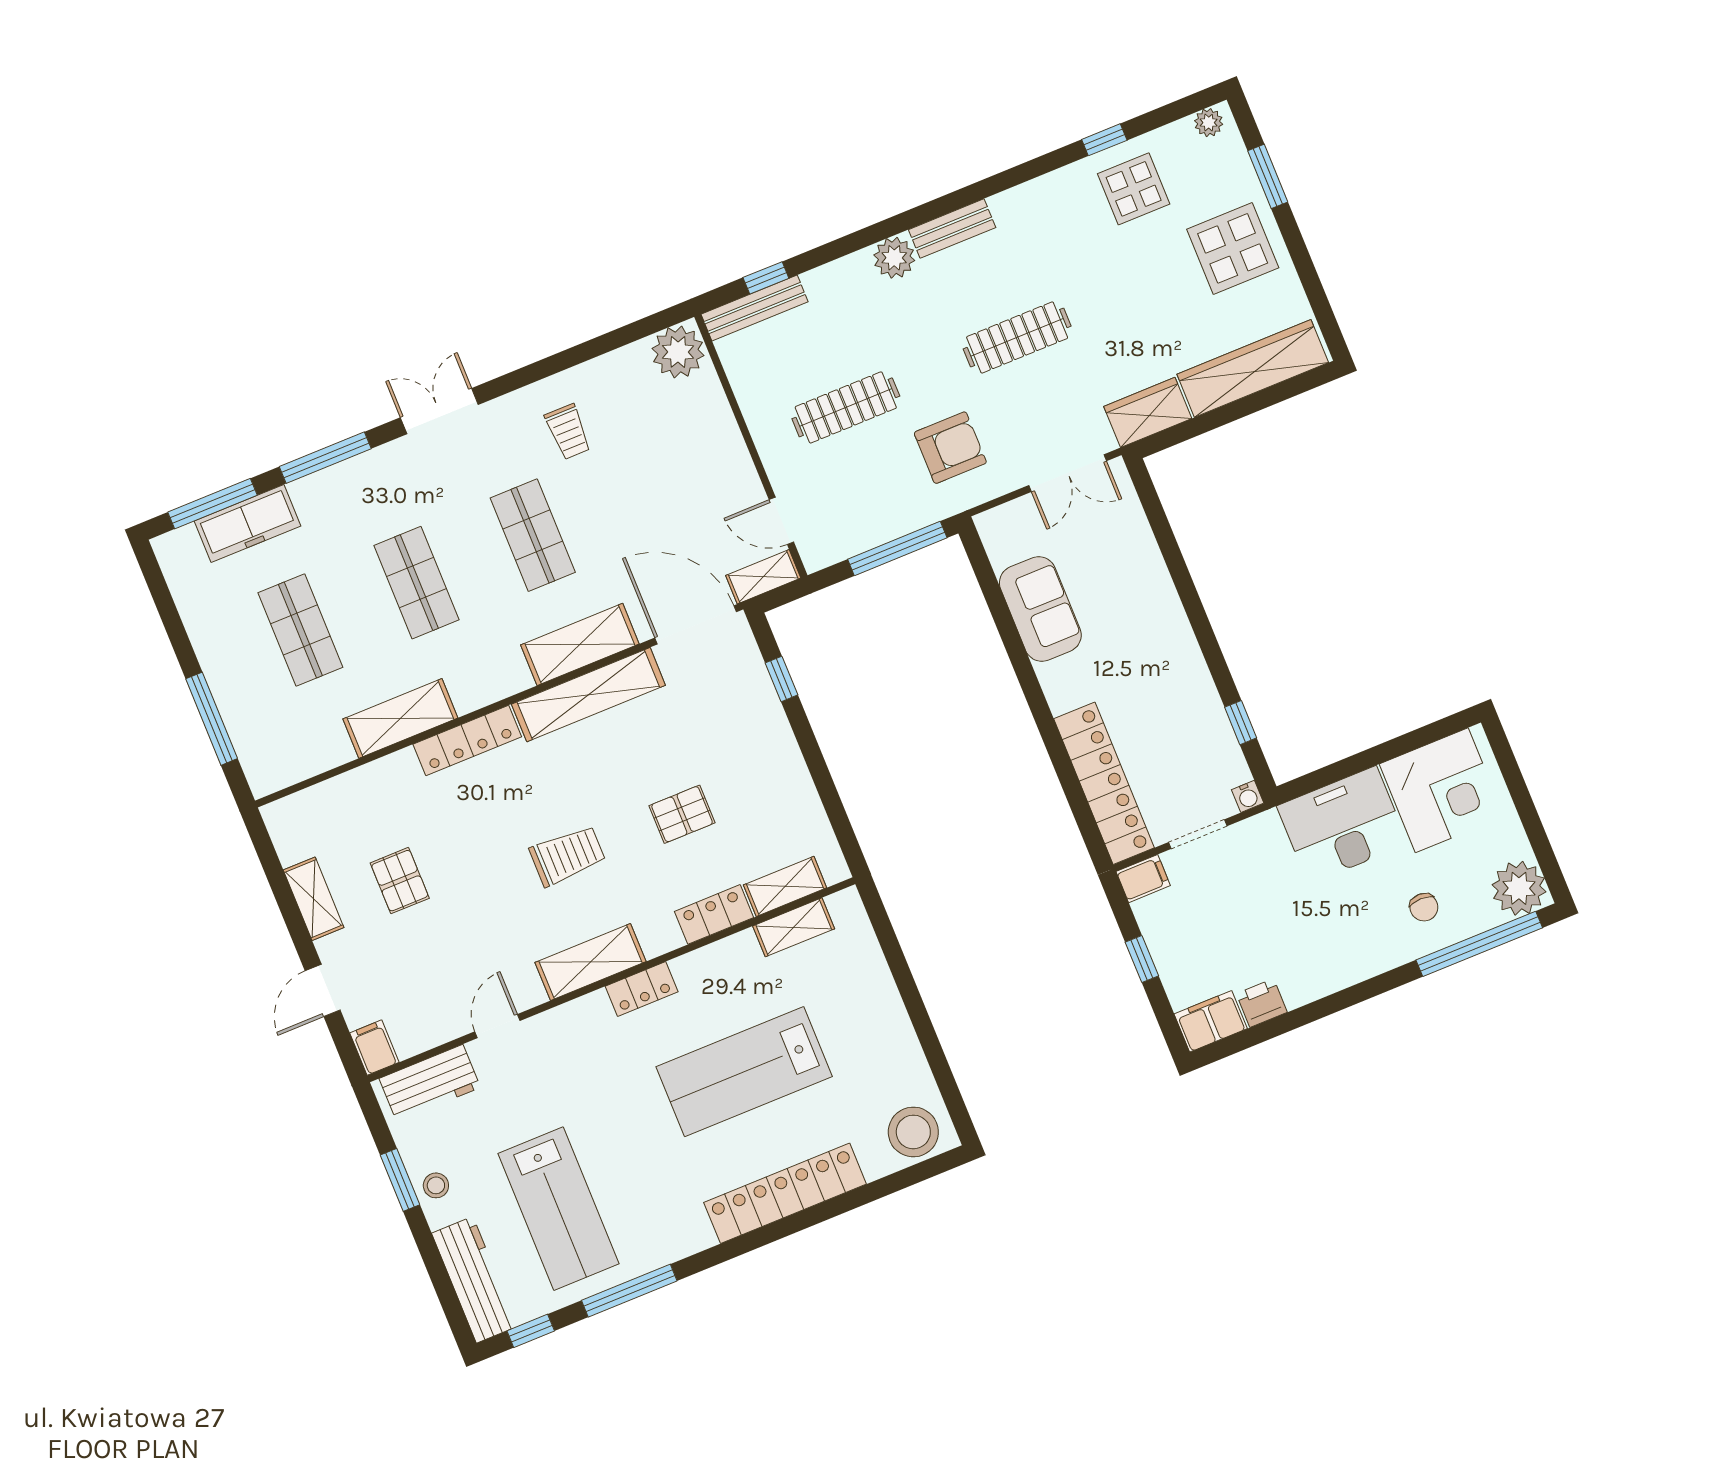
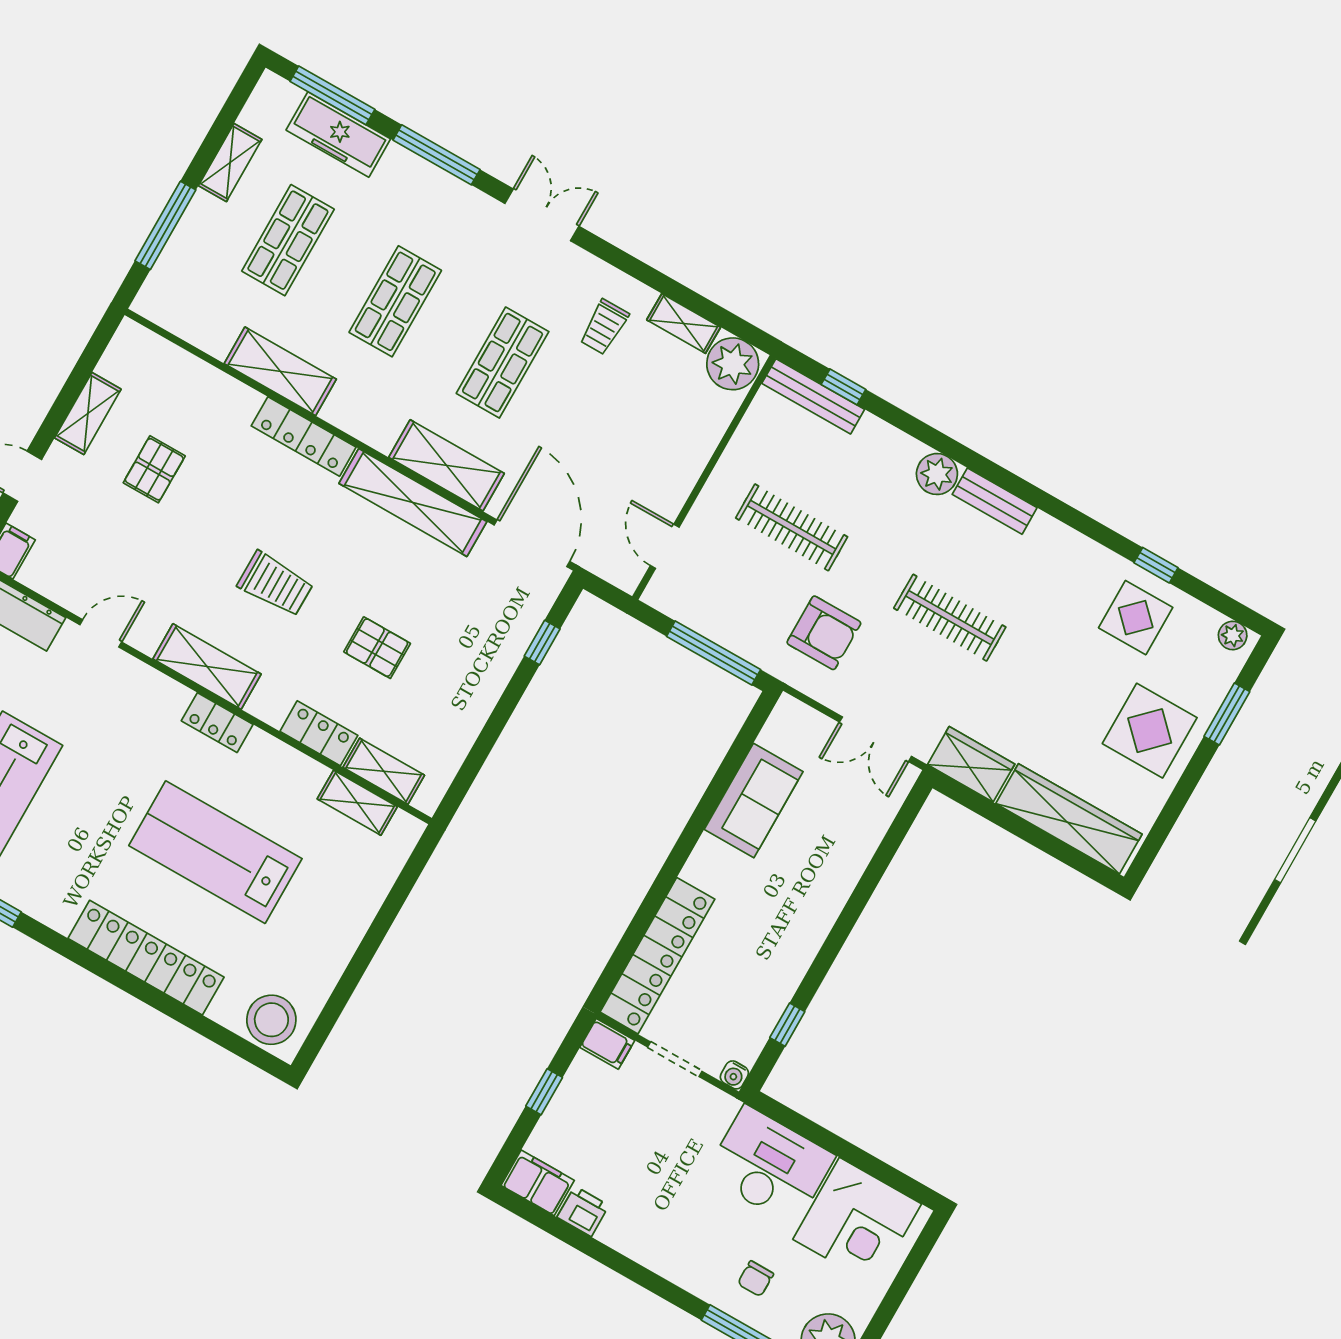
shelving: (763, 577) -> (684, 323), moved
shelving: (202, 628) -> (230, 163), added

